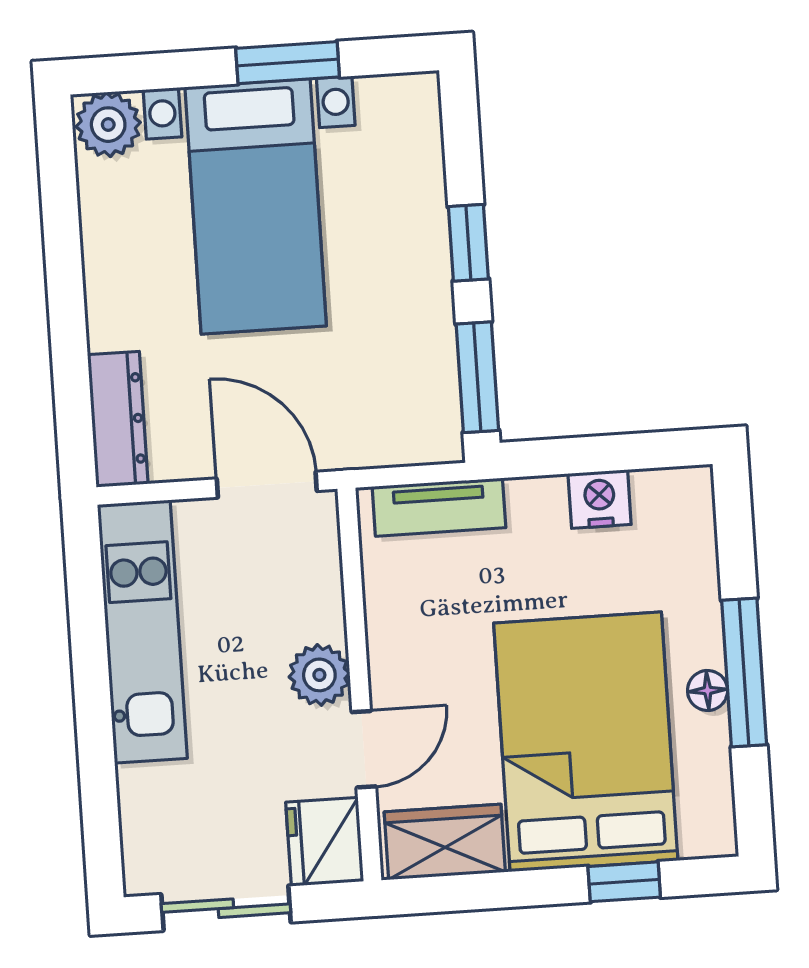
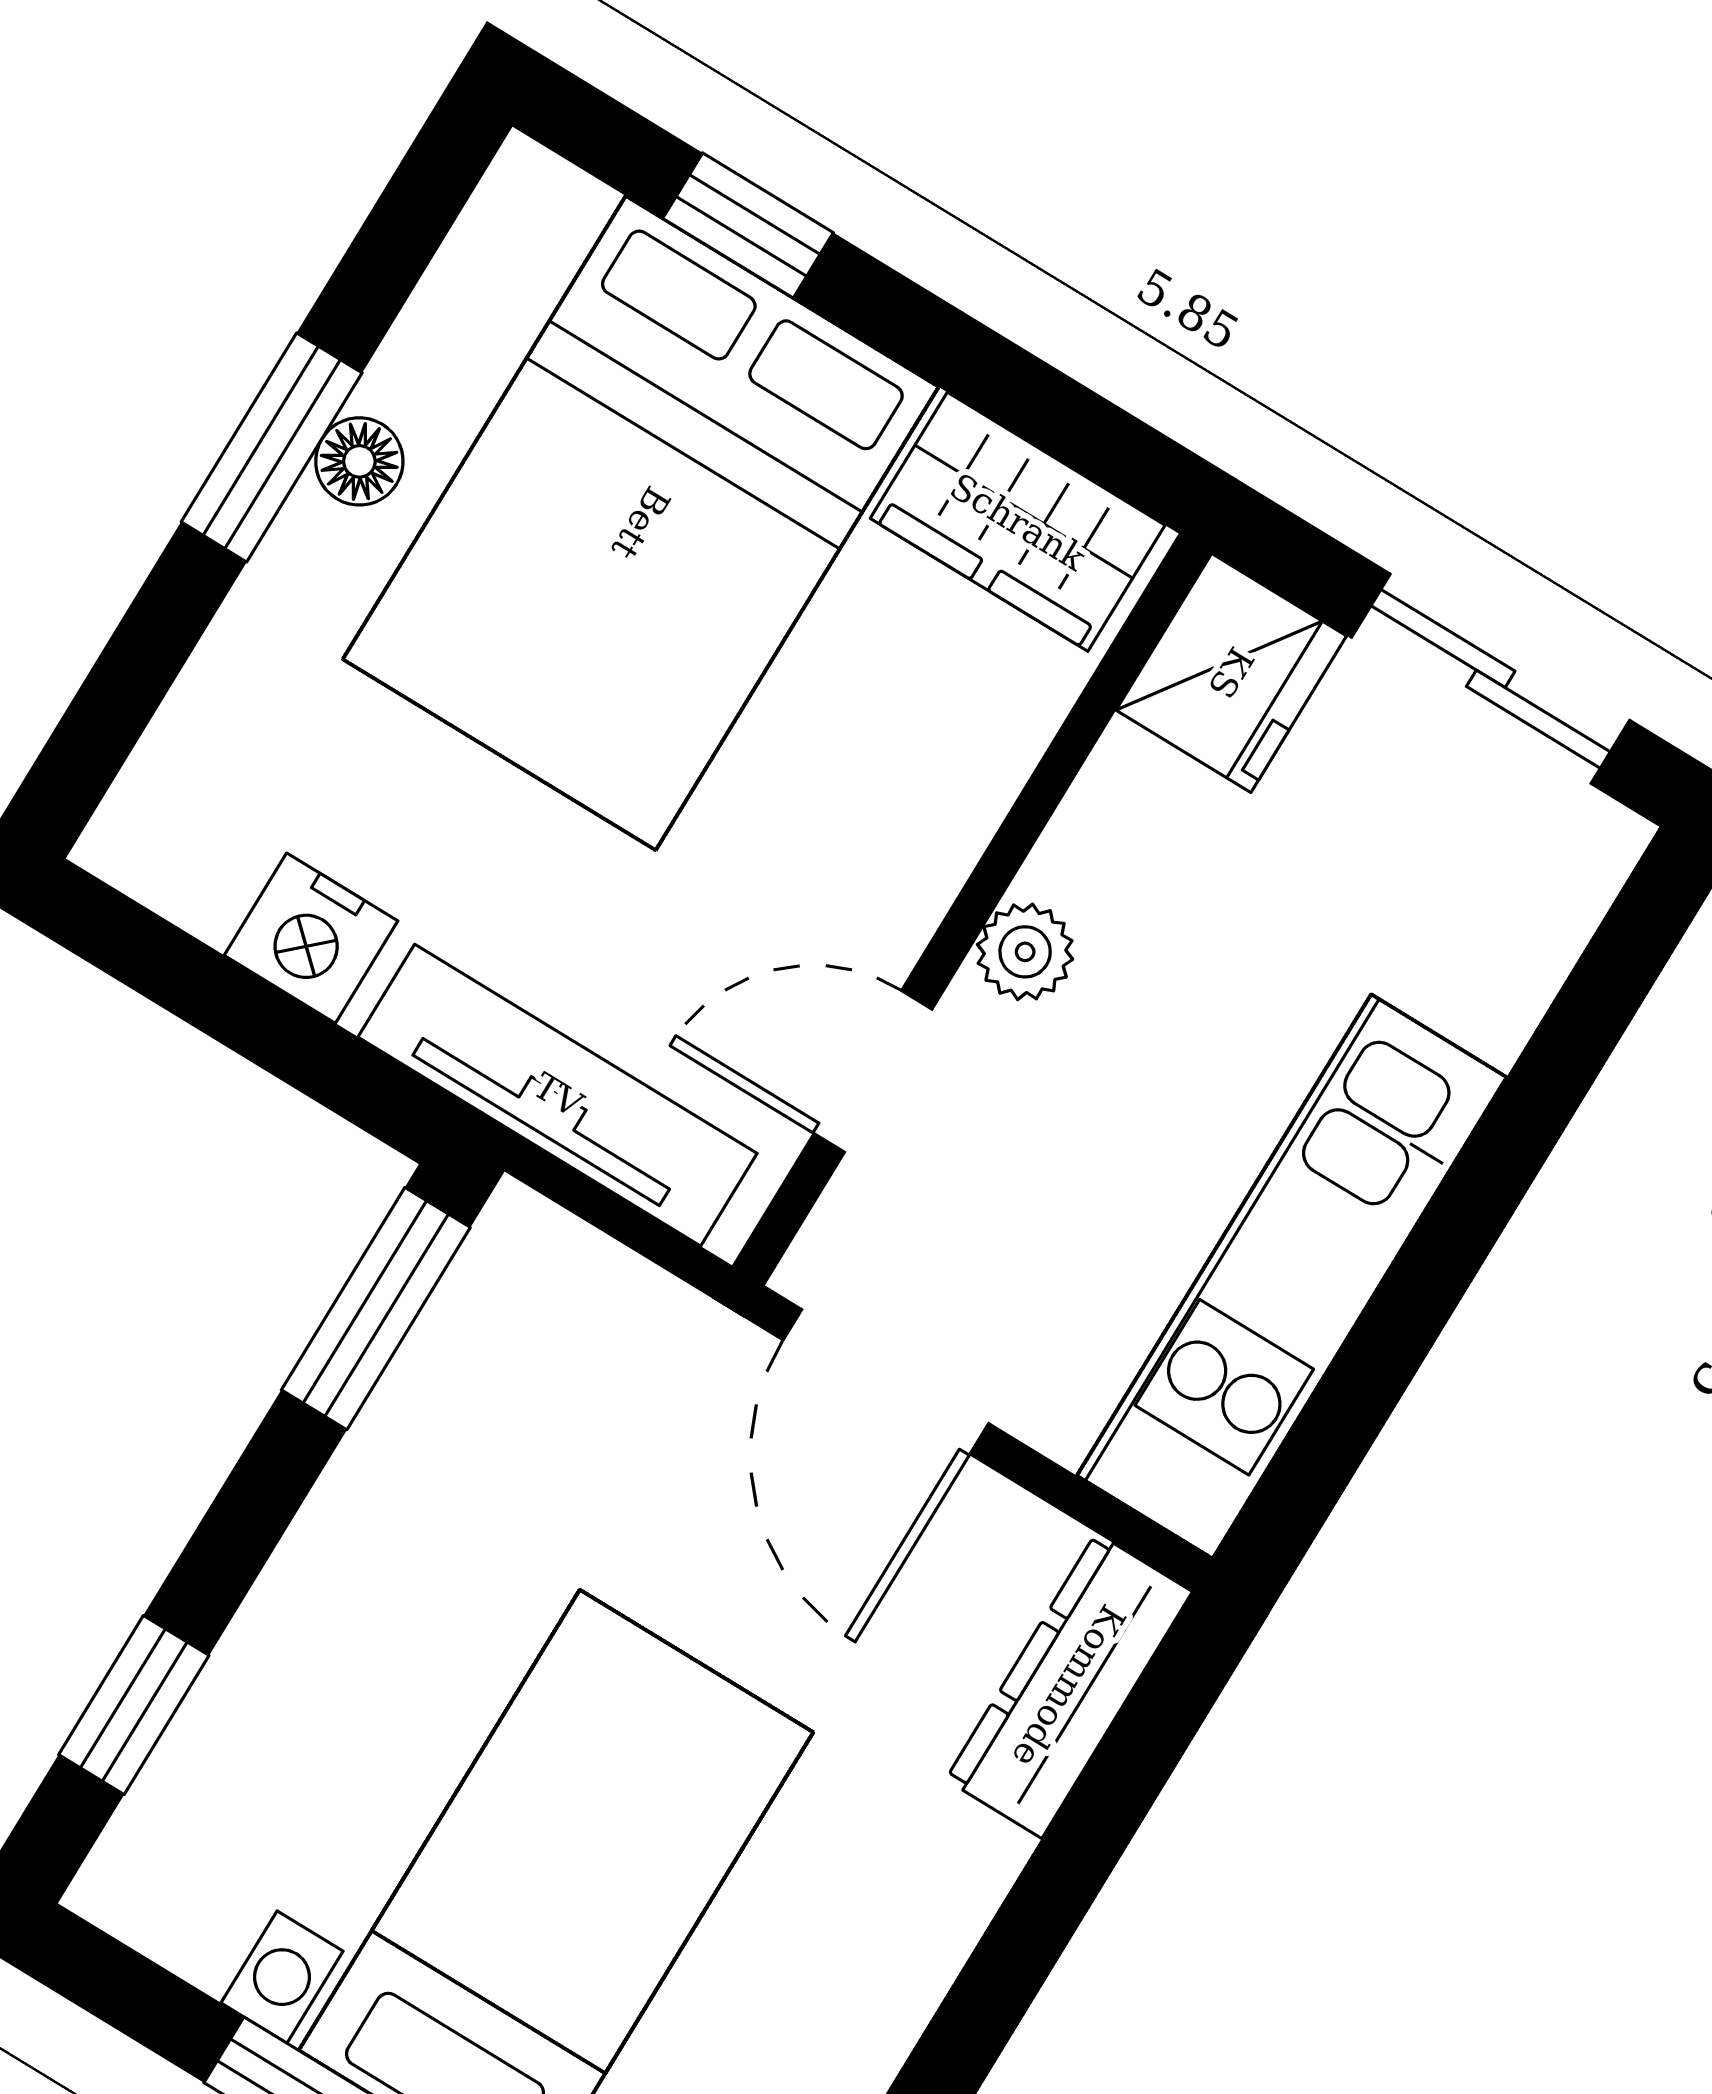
window: (468, 243) -> (134, 1705), moved
tv unit: (439, 507) -> (558, 1095), width x1.41
window: (744, 673) -> (272, 447), width x0.69
plant: (319, 675) -> (1025, 952), width x0.73, depth x0.73
door: (364, 749) -> (873, 1071), moved

